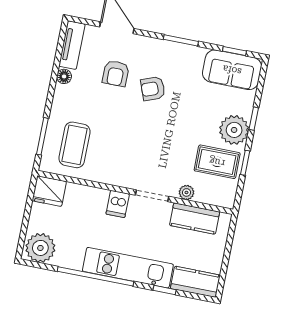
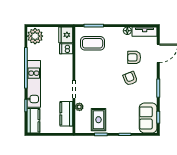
plant: (234, 130) -> (117, 125), removed
dishwasher: (118, 204) -> (66, 49), moved

